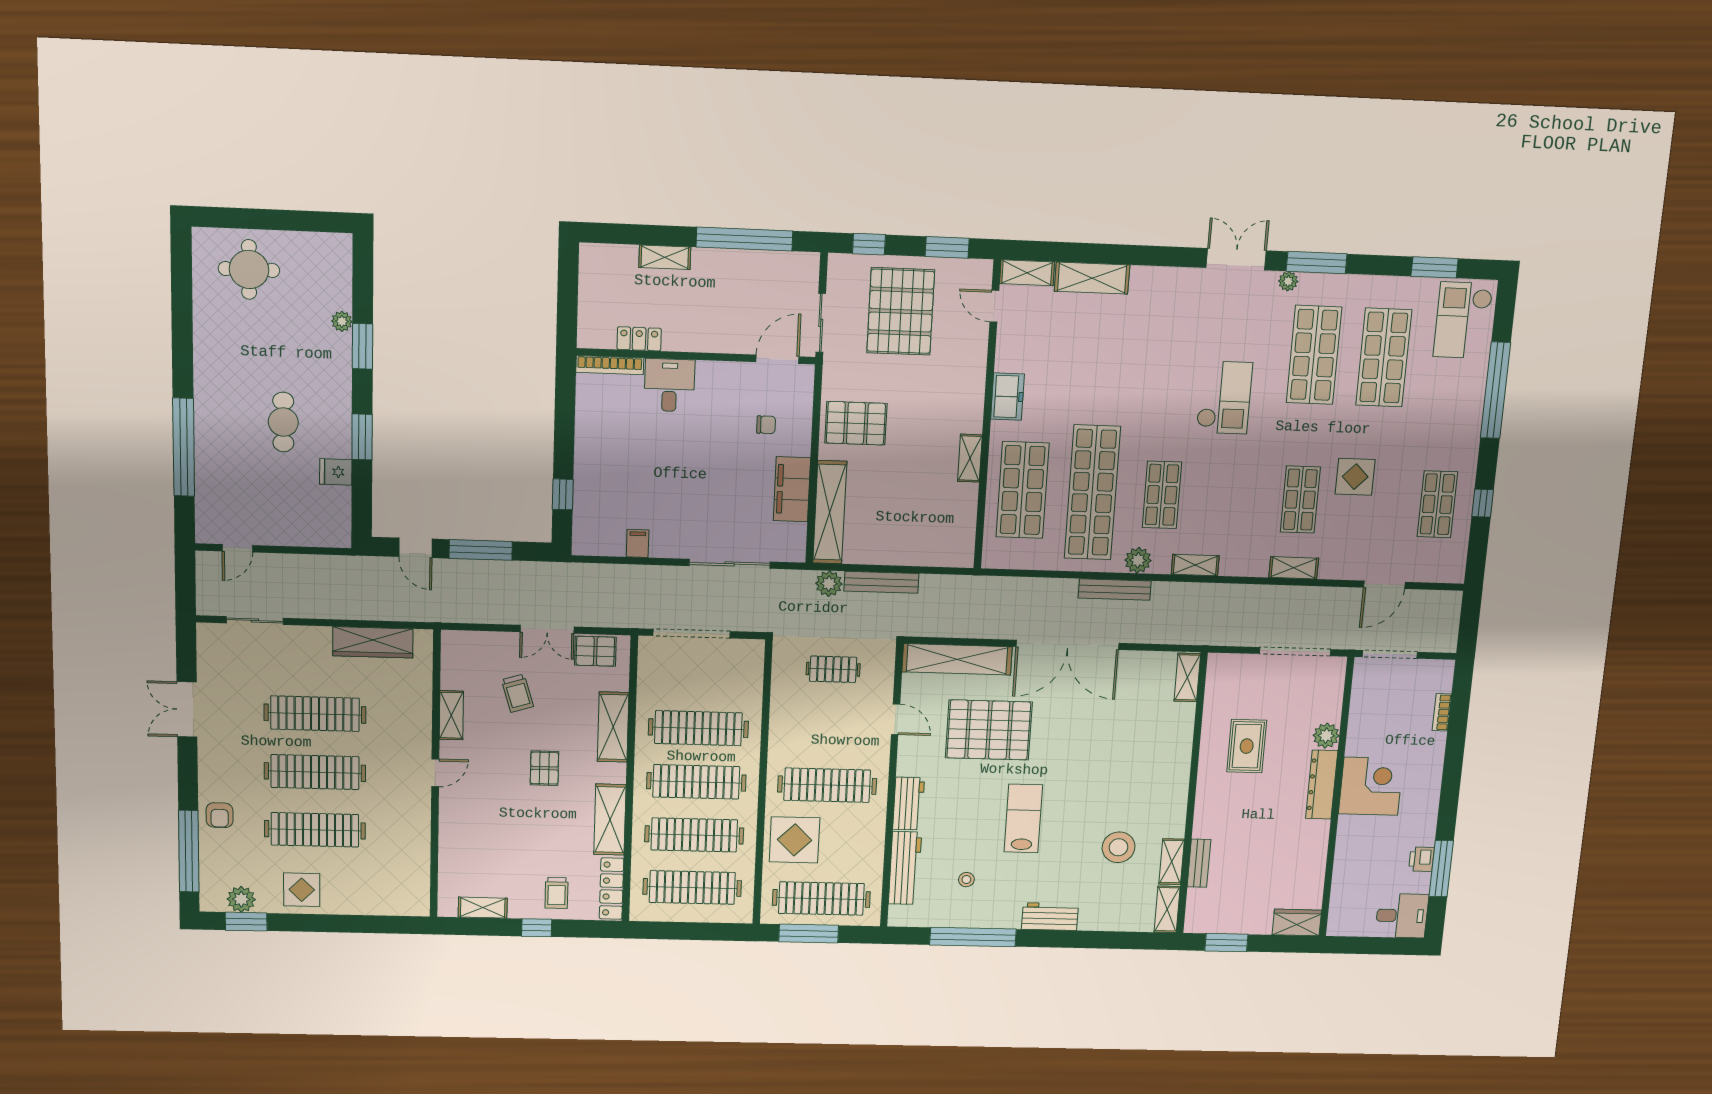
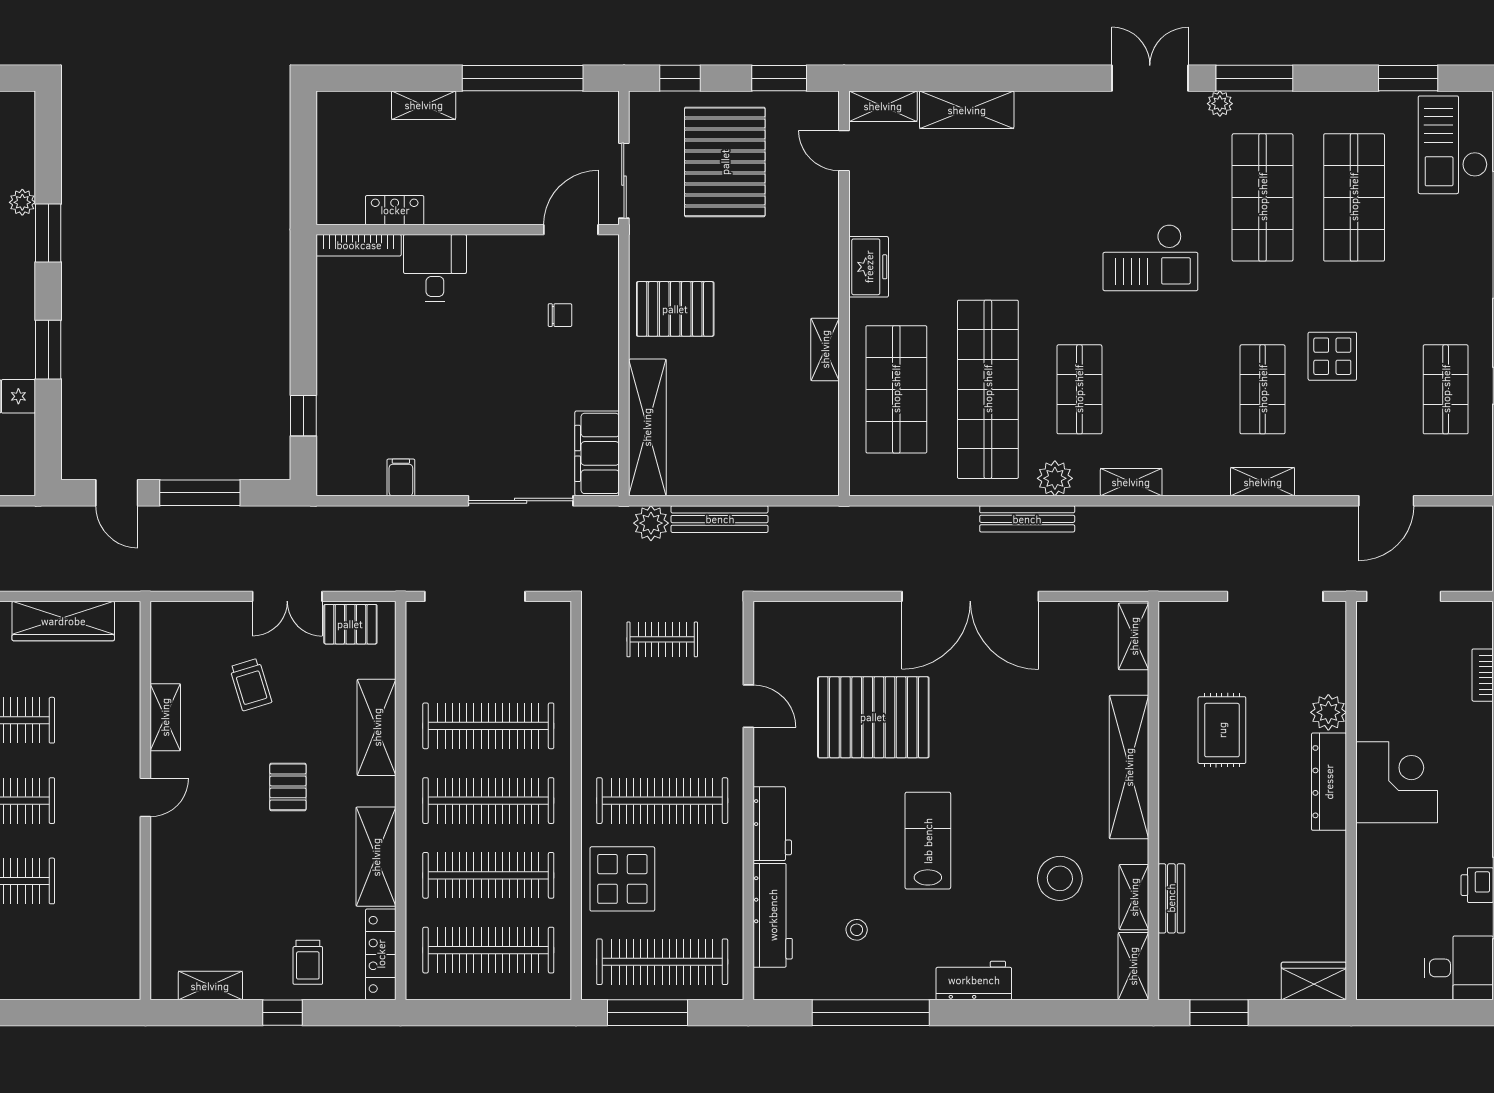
checkout: (1224, 397) -> (1150, 258), turned 90
filing cabinet: (792, 489) -> (597, 453), moved
shelving: (957, 659) -> (1129, 767), moved, turned 90

